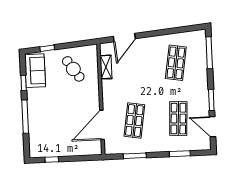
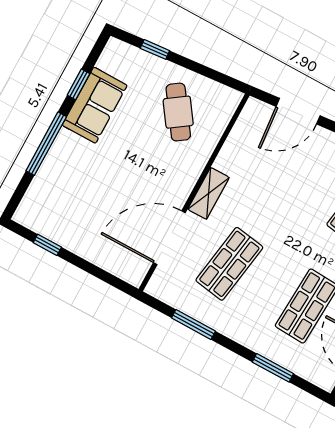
shelving: (106, 67) -> (209, 193), moved
sofa: (35, 71) -> (95, 105), moved

